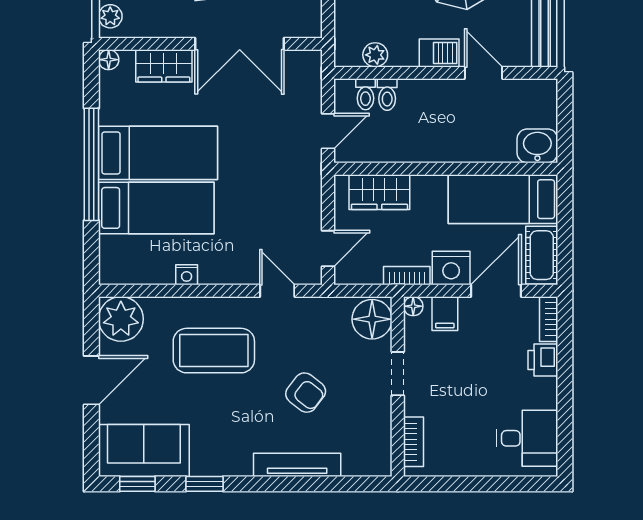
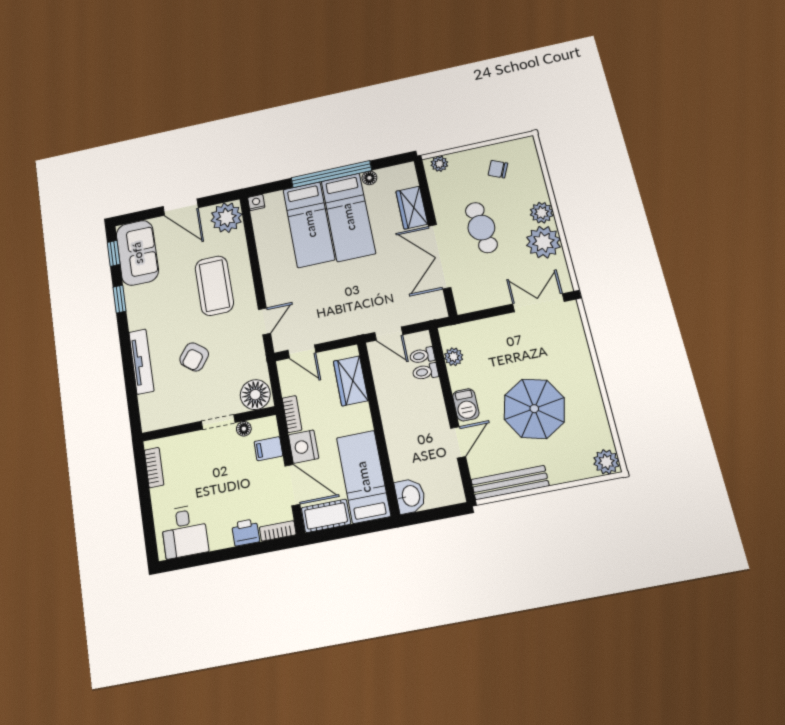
floor lamp: (109, 60) -> (369, 178), moved
nightstand: (187, 275) -> (256, 203), moved, turned 90
floor lamp: (413, 306) -> (244, 429), moved
bookcase: (414, 442) -> (154, 468), moved, turned -90

